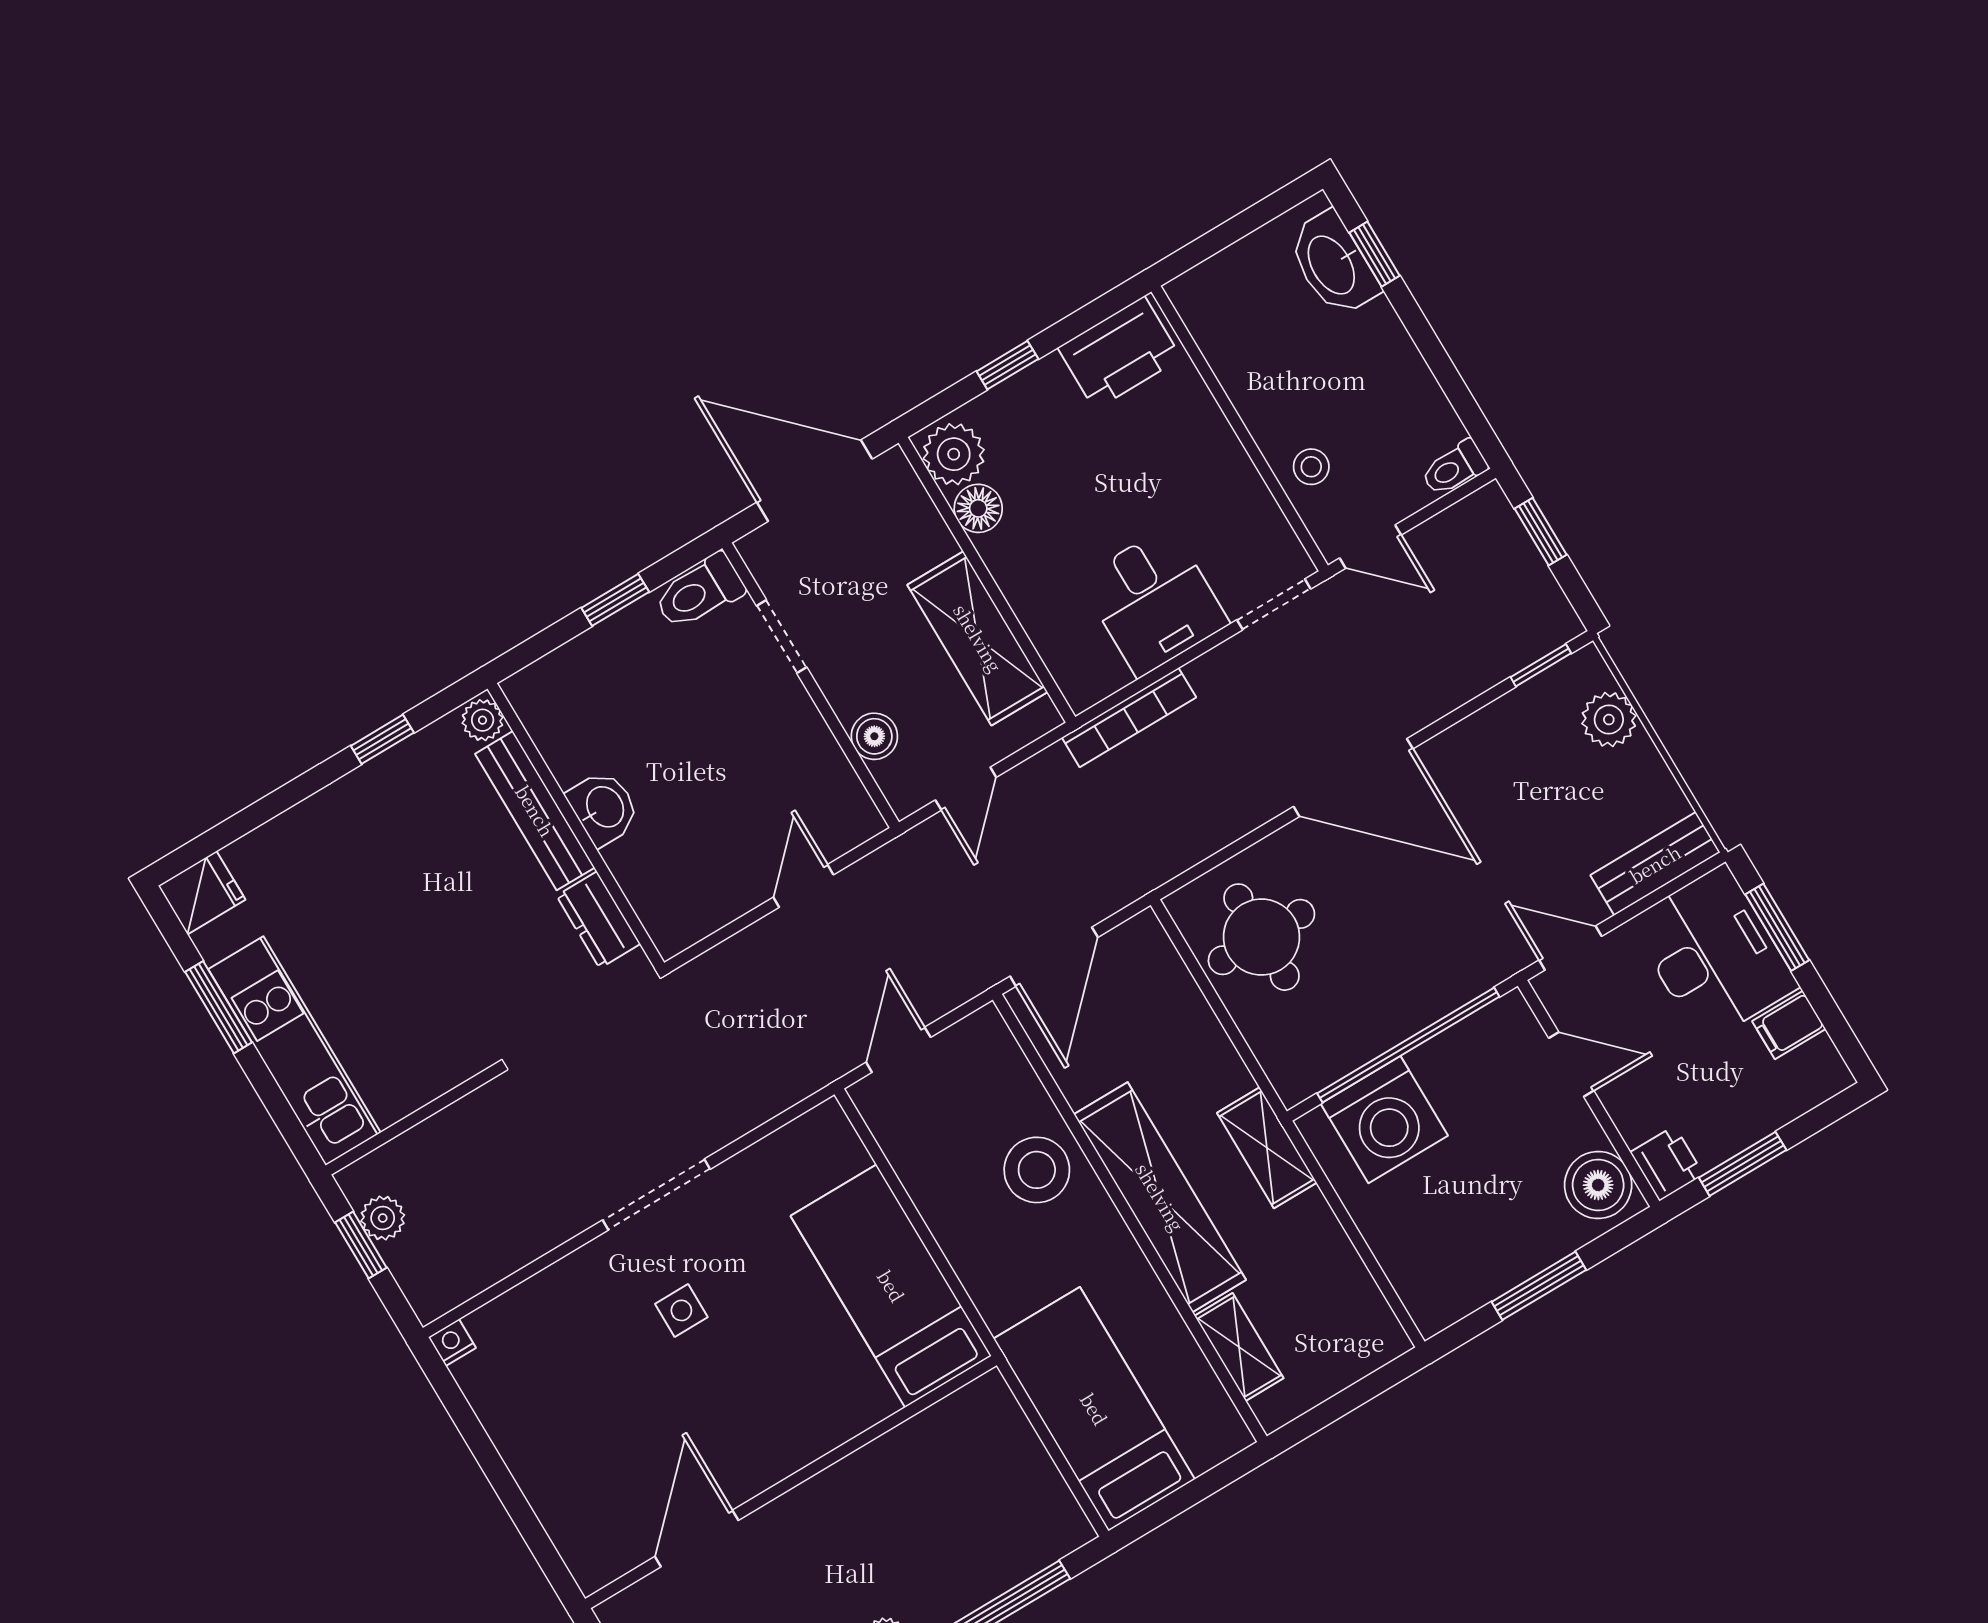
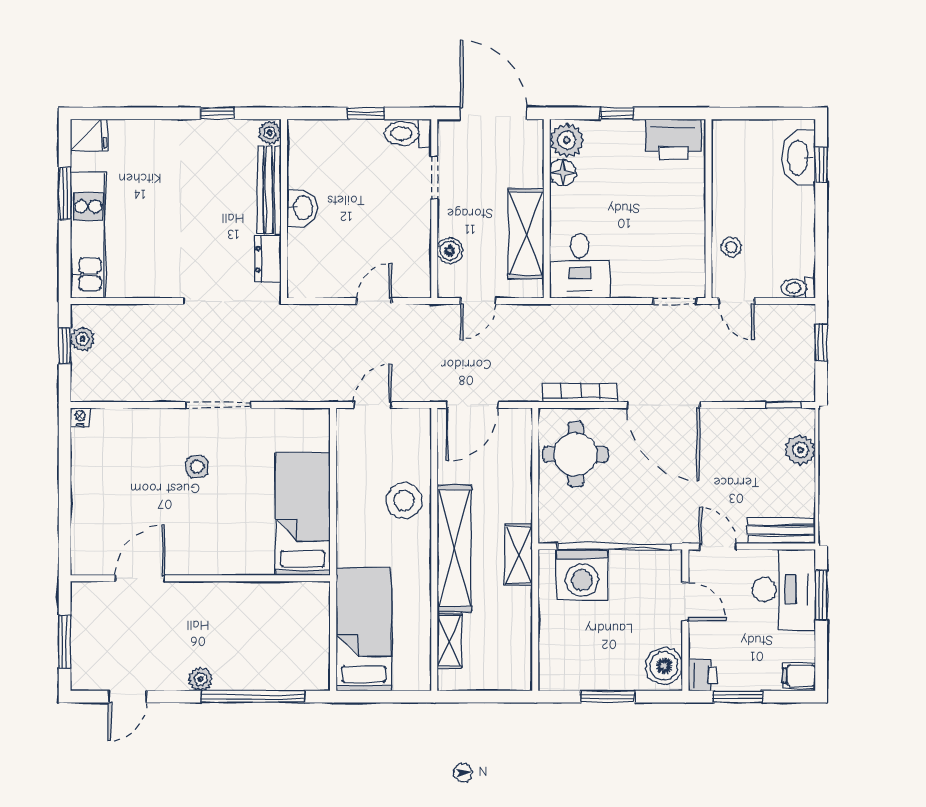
desk: (1154, 601) -> (580, 266), moved
bookcase: (1129, 717) -> (580, 393), moved, turned 180
filing cabinet: (1789, 1025) -> (799, 676), moved

